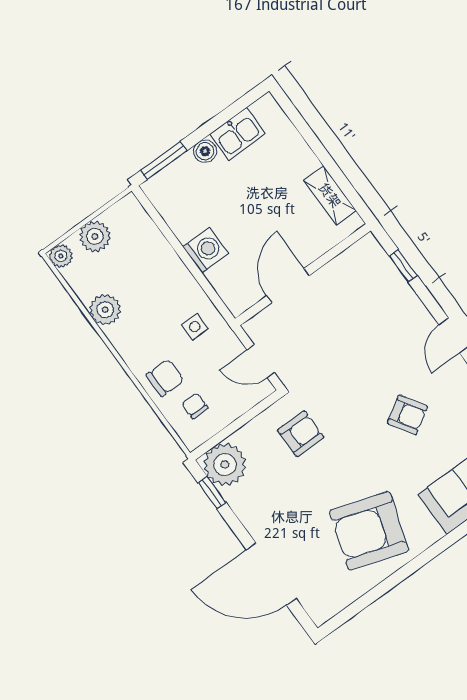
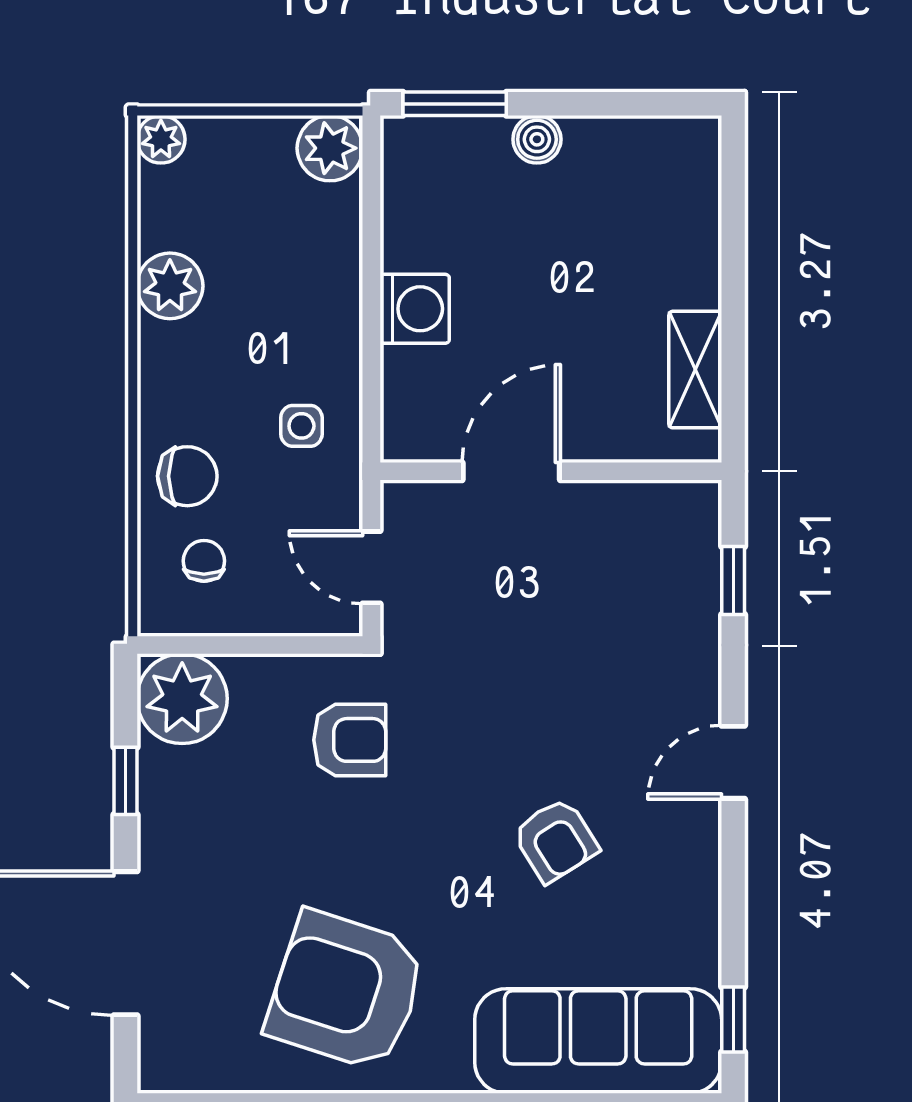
kitchen sink: (237, 134) -> (613, 150), removed
plant: (95, 236) -> (330, 148), moved
window: (212, 493) -> (125, 781), moved

